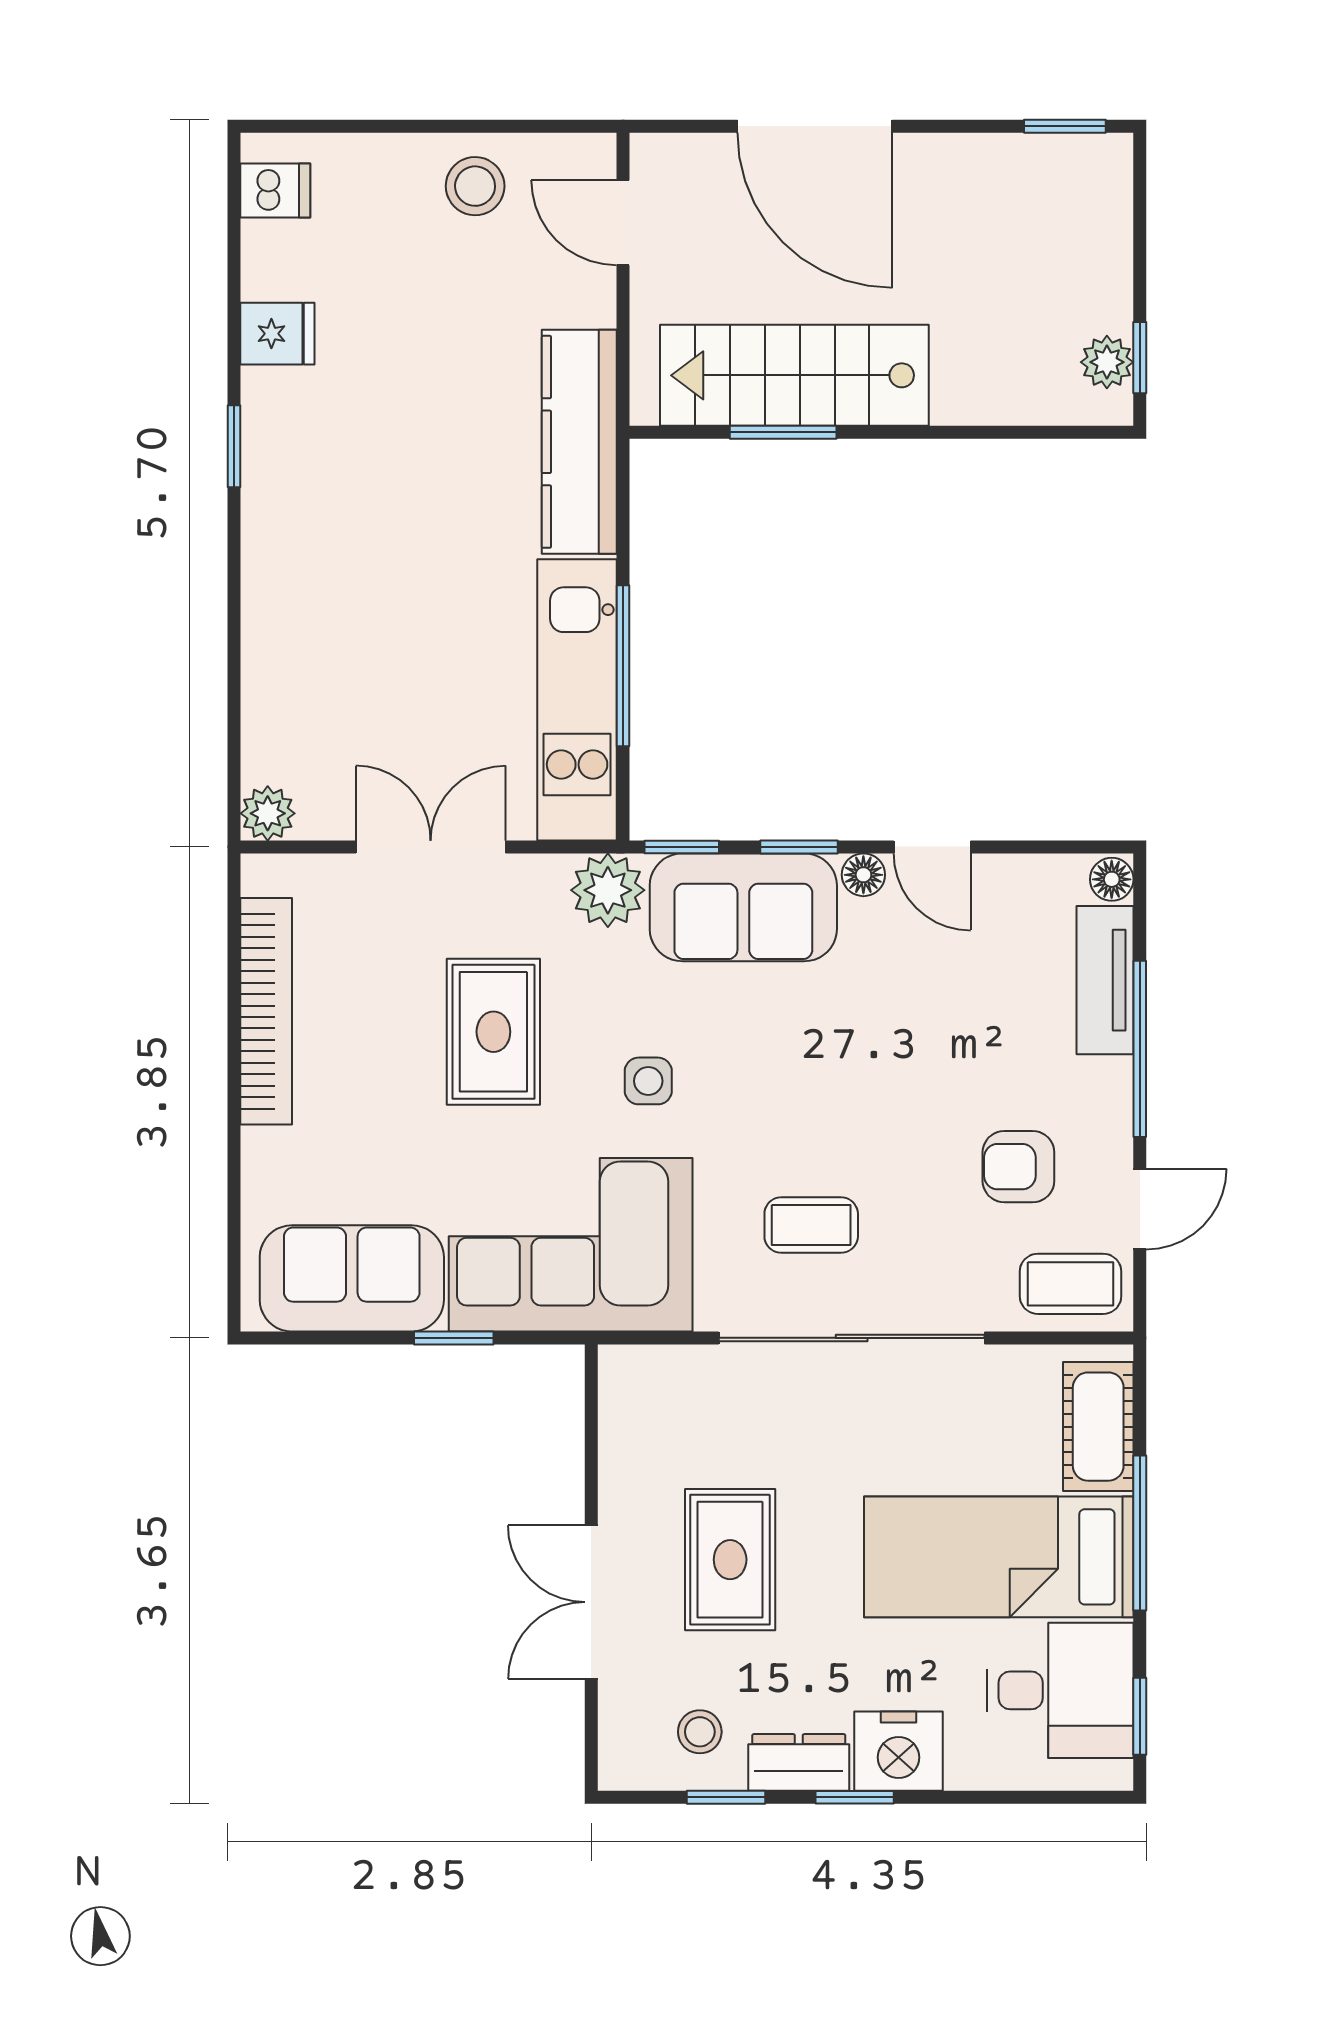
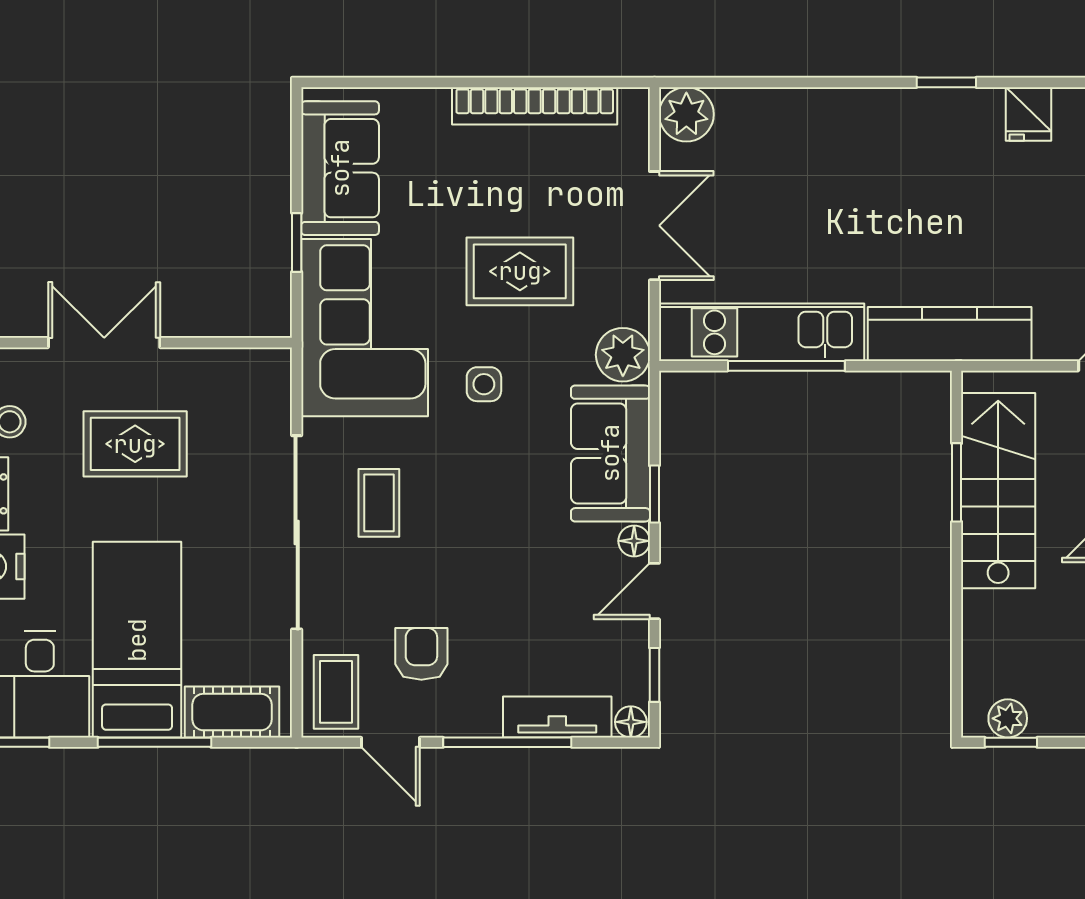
plant: (268, 813) -> (686, 114), width x1.38, depth x1.38
window: (682, 847) -> (654, 675), moved

